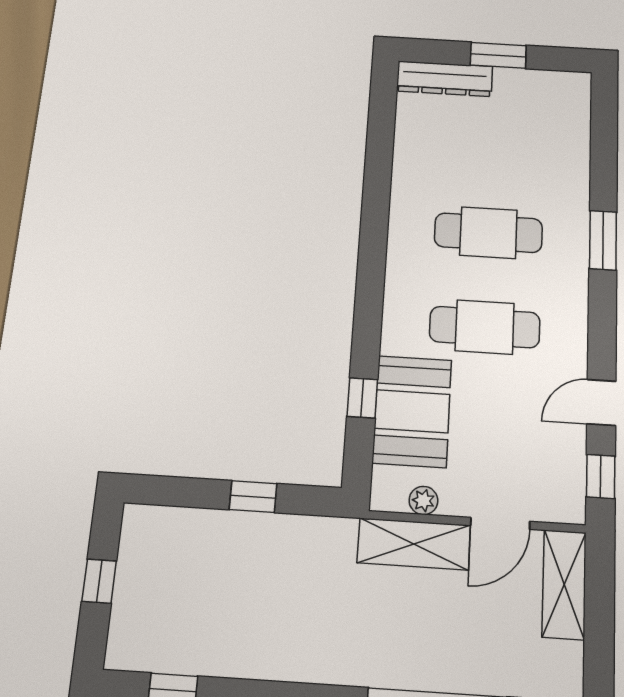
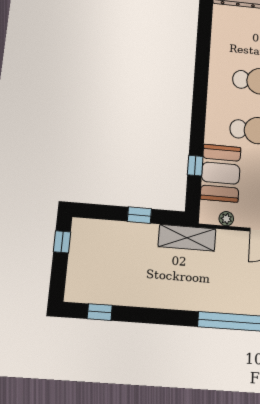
shelving: (414, 544) -> (187, 238), moved
window: (99, 581) -> (62, 242), moved

